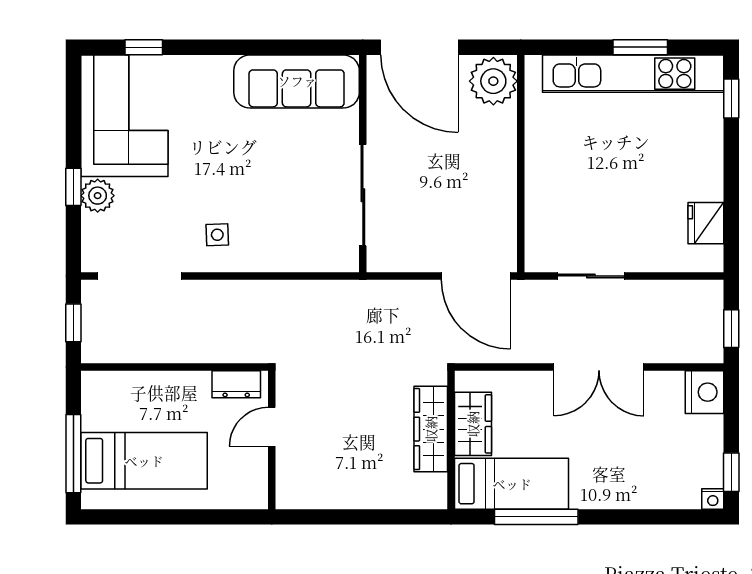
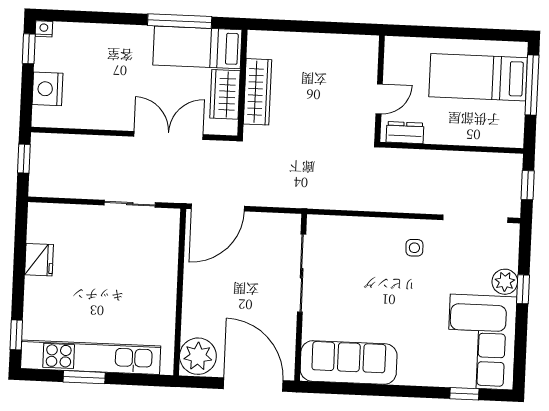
fridge: (706, 223) -> (39, 260), moved
door: (476, 276) -> (218, 208), swing flipped
double door: (599, 367) -> (168, 135), moved
nightstand: (705, 392) -> (48, 89), moved

